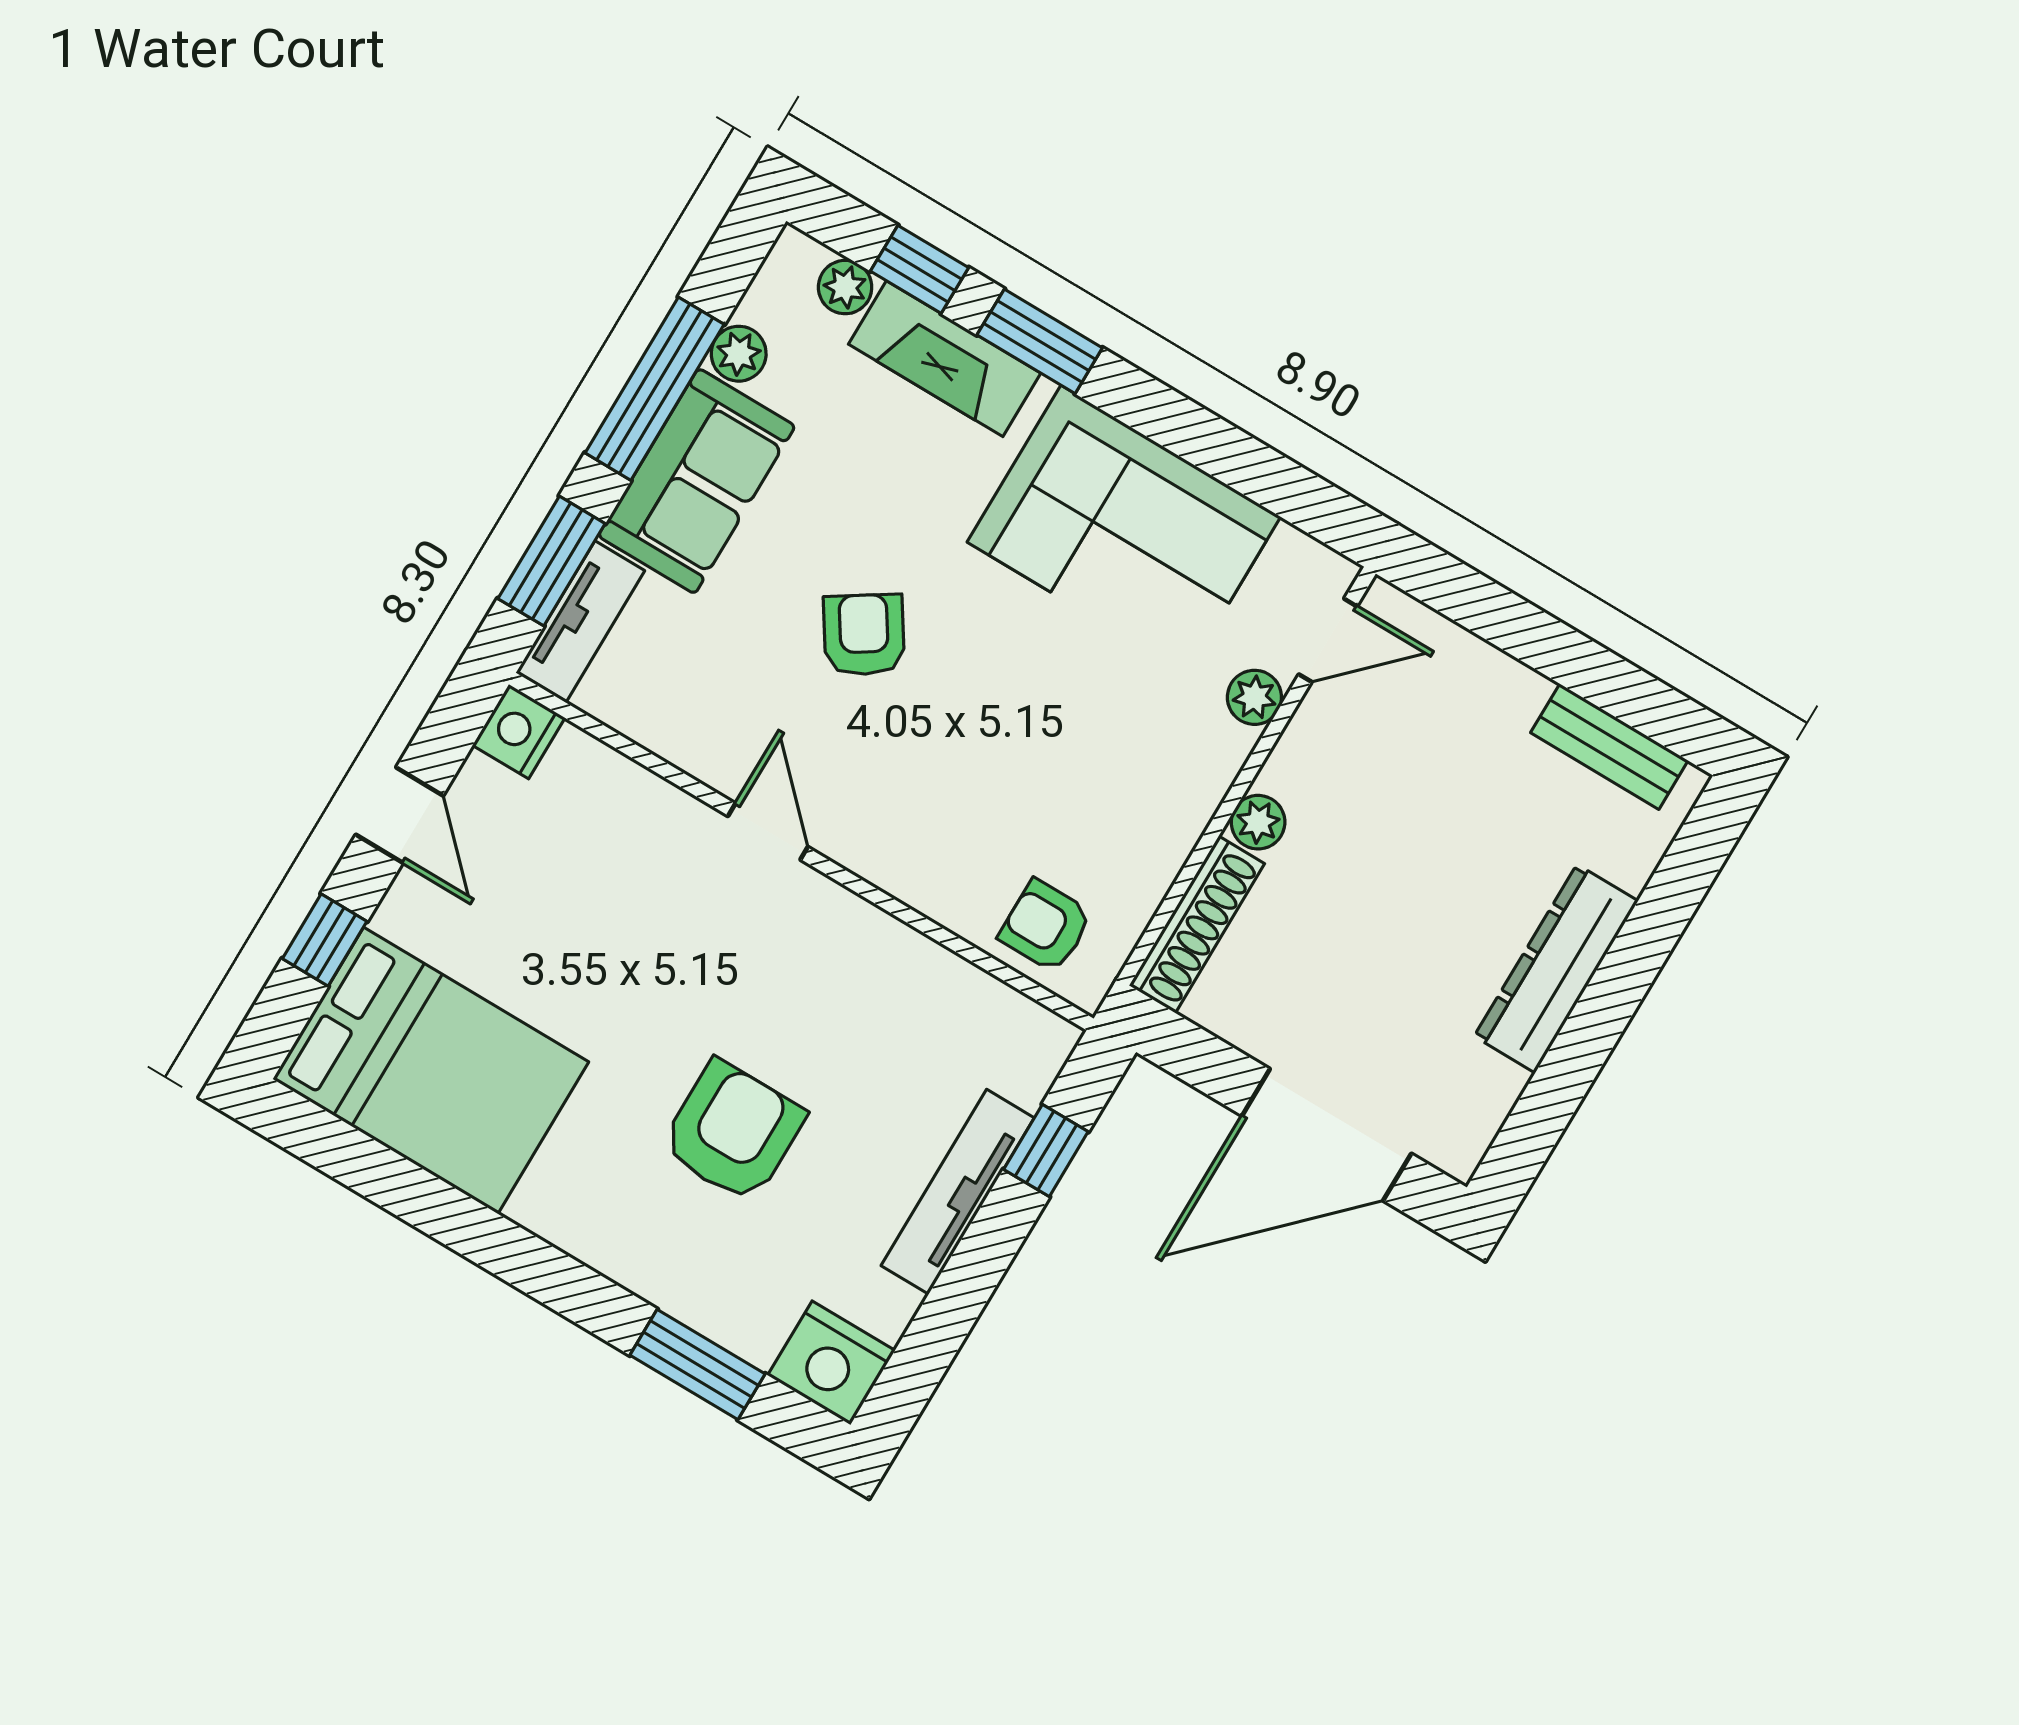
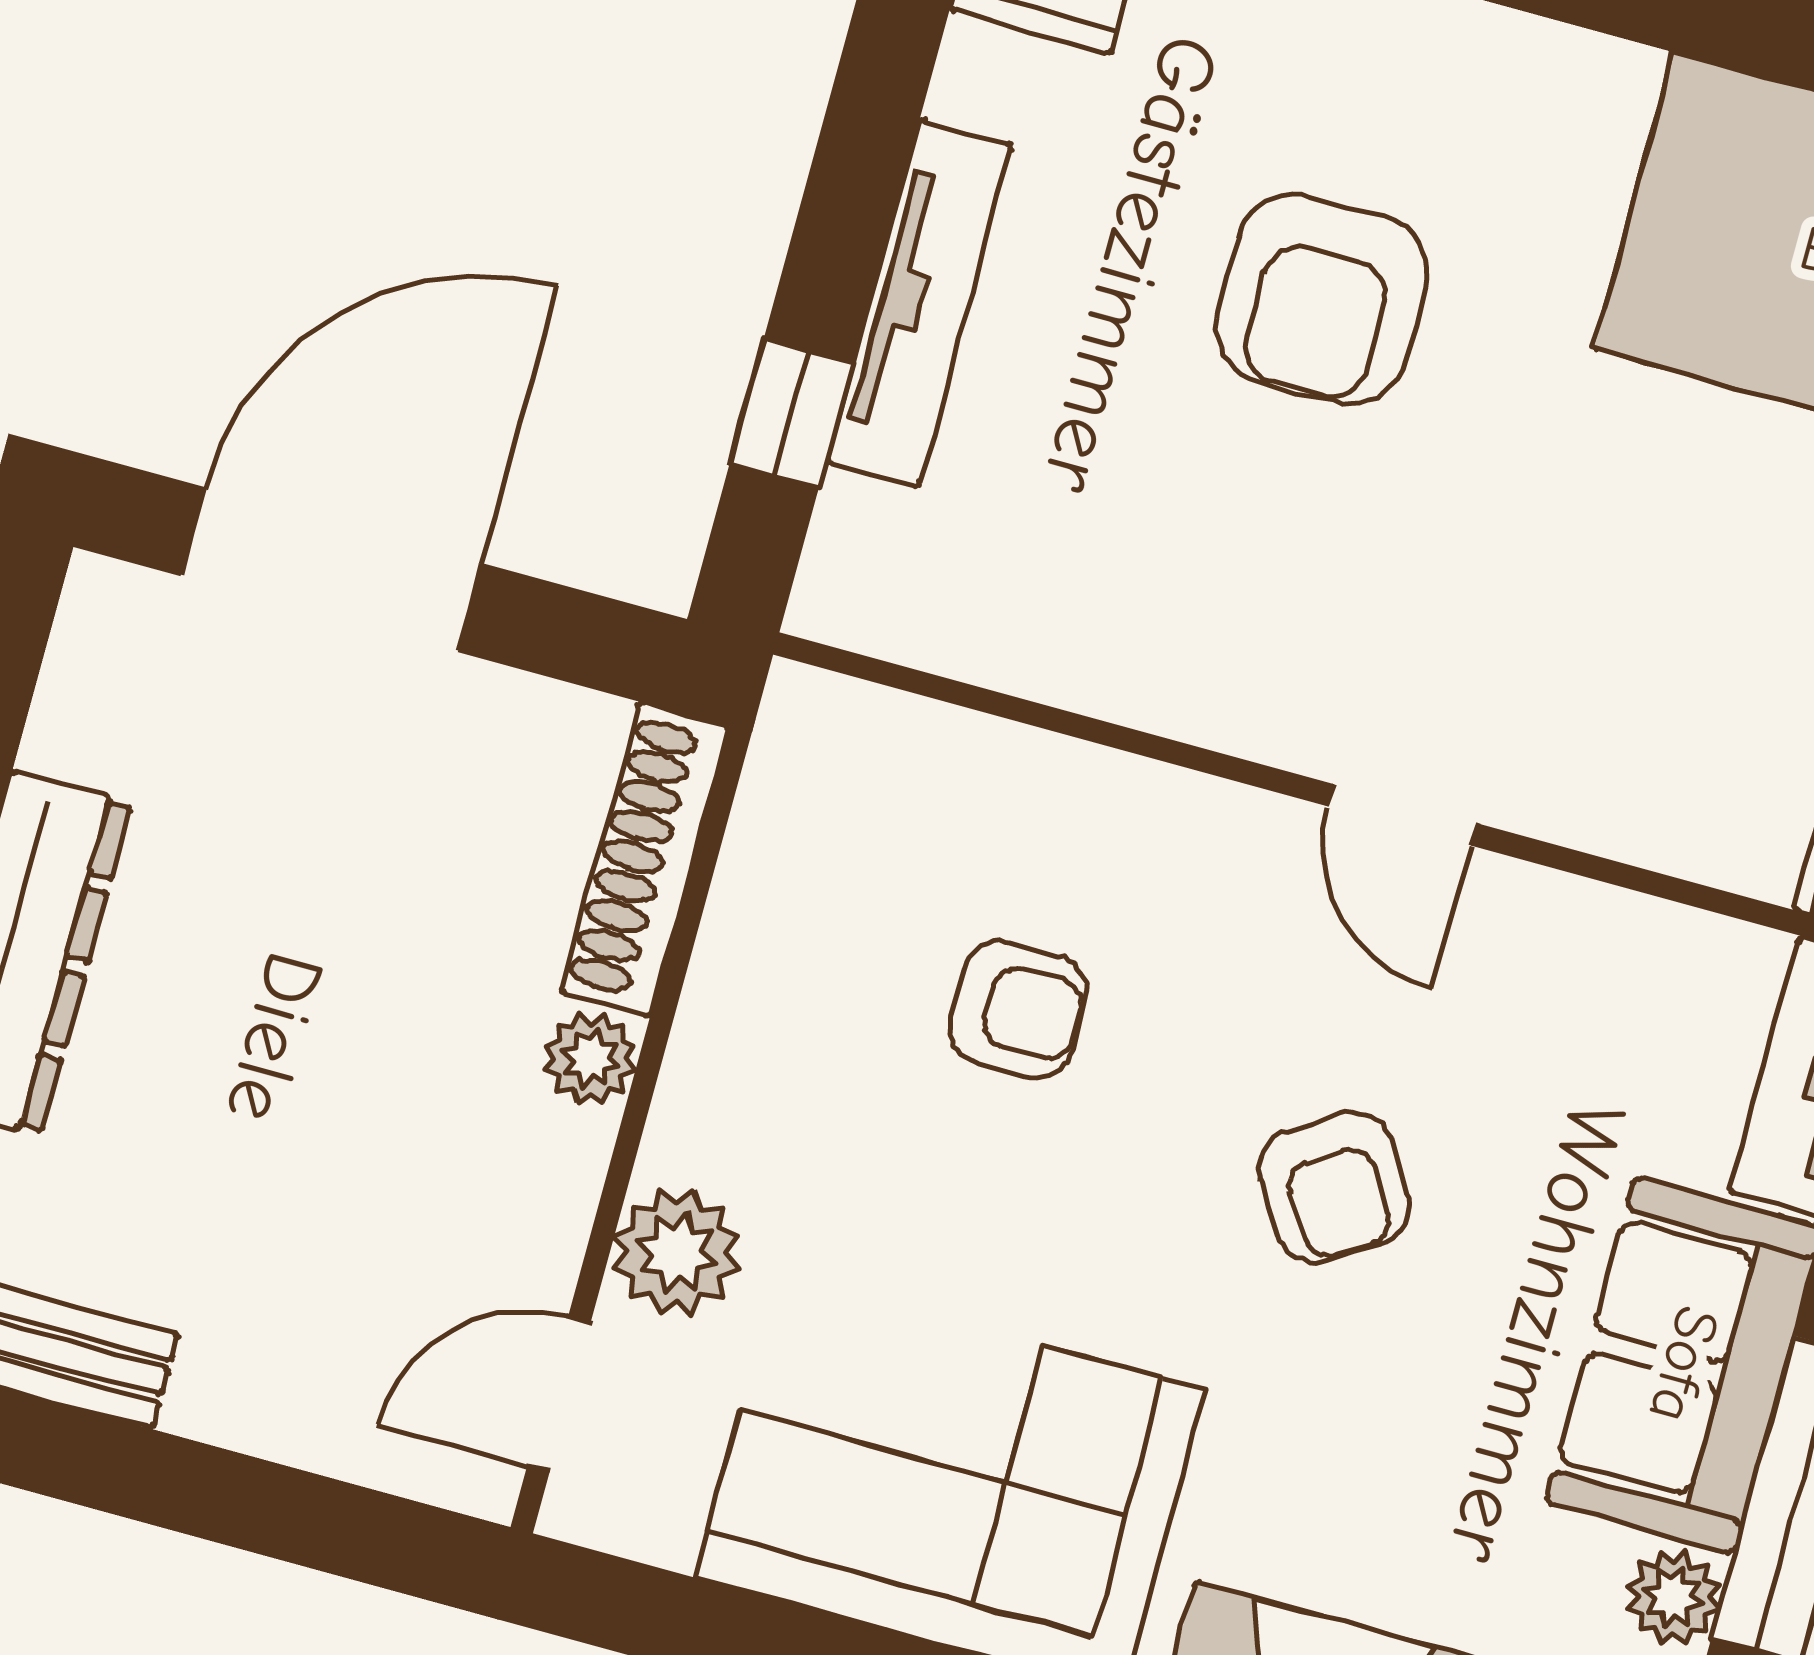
plant: (1254, 697) -> (676, 1252), width x1.38, depth x1.38
armchair: (1046, 926) -> (1018, 1009), moved

